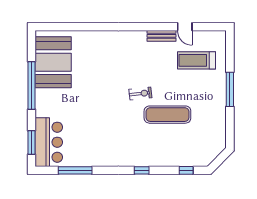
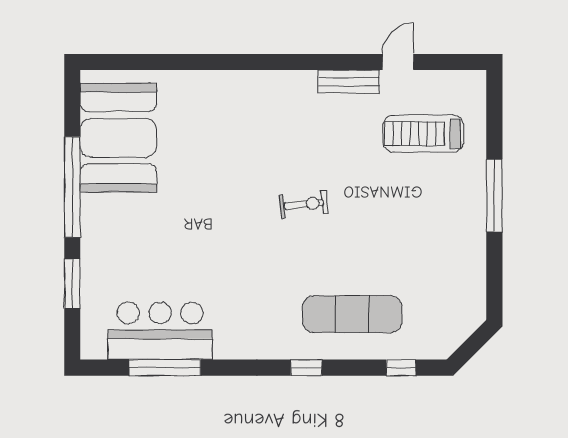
door: (185, 27) -> (398, 62), swing flipped
exercise mat: (167, 115) -> (352, 314), moved
window: (31, 142) -> (72, 284), moved
bar counter: (49, 142) -> (160, 331), moved, turned -90

